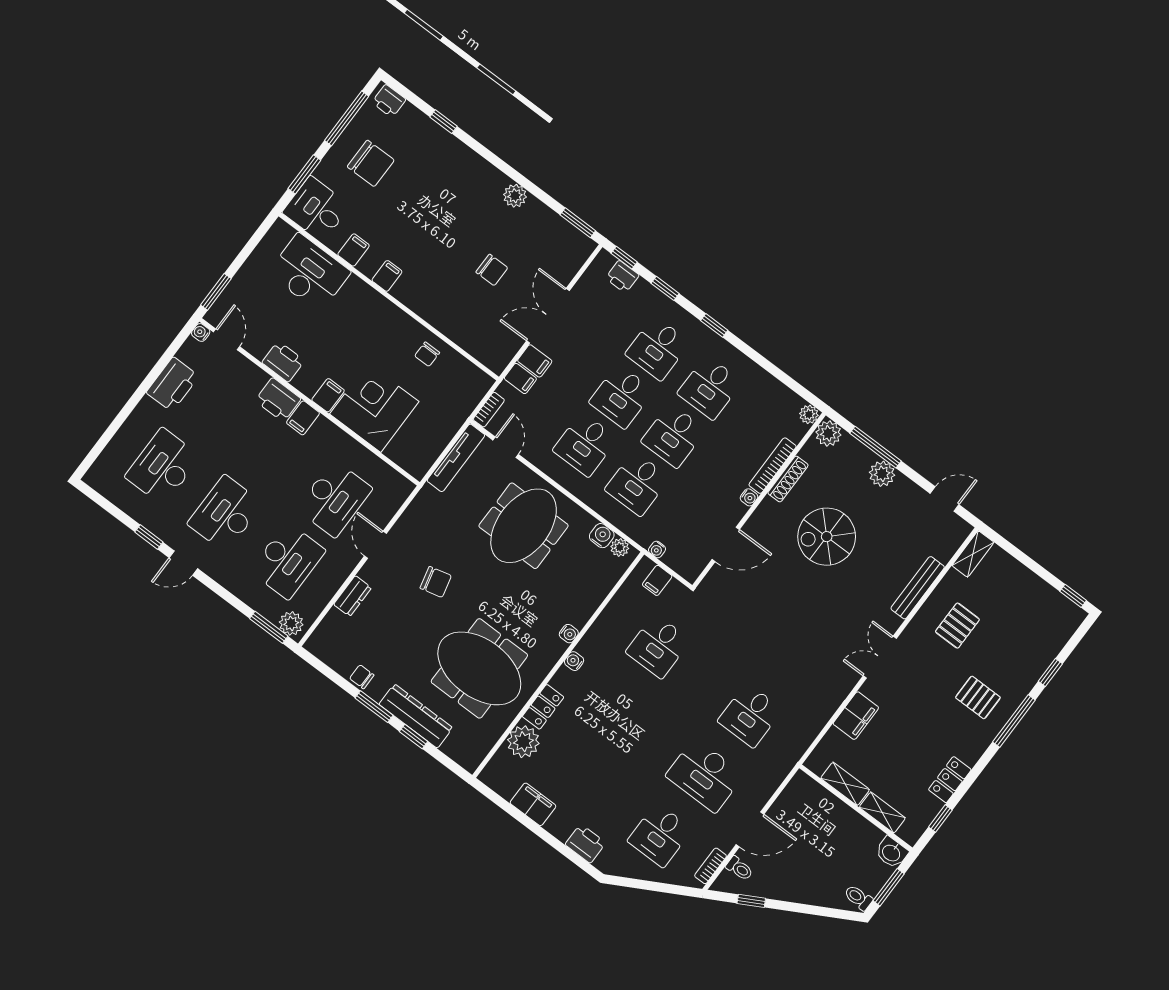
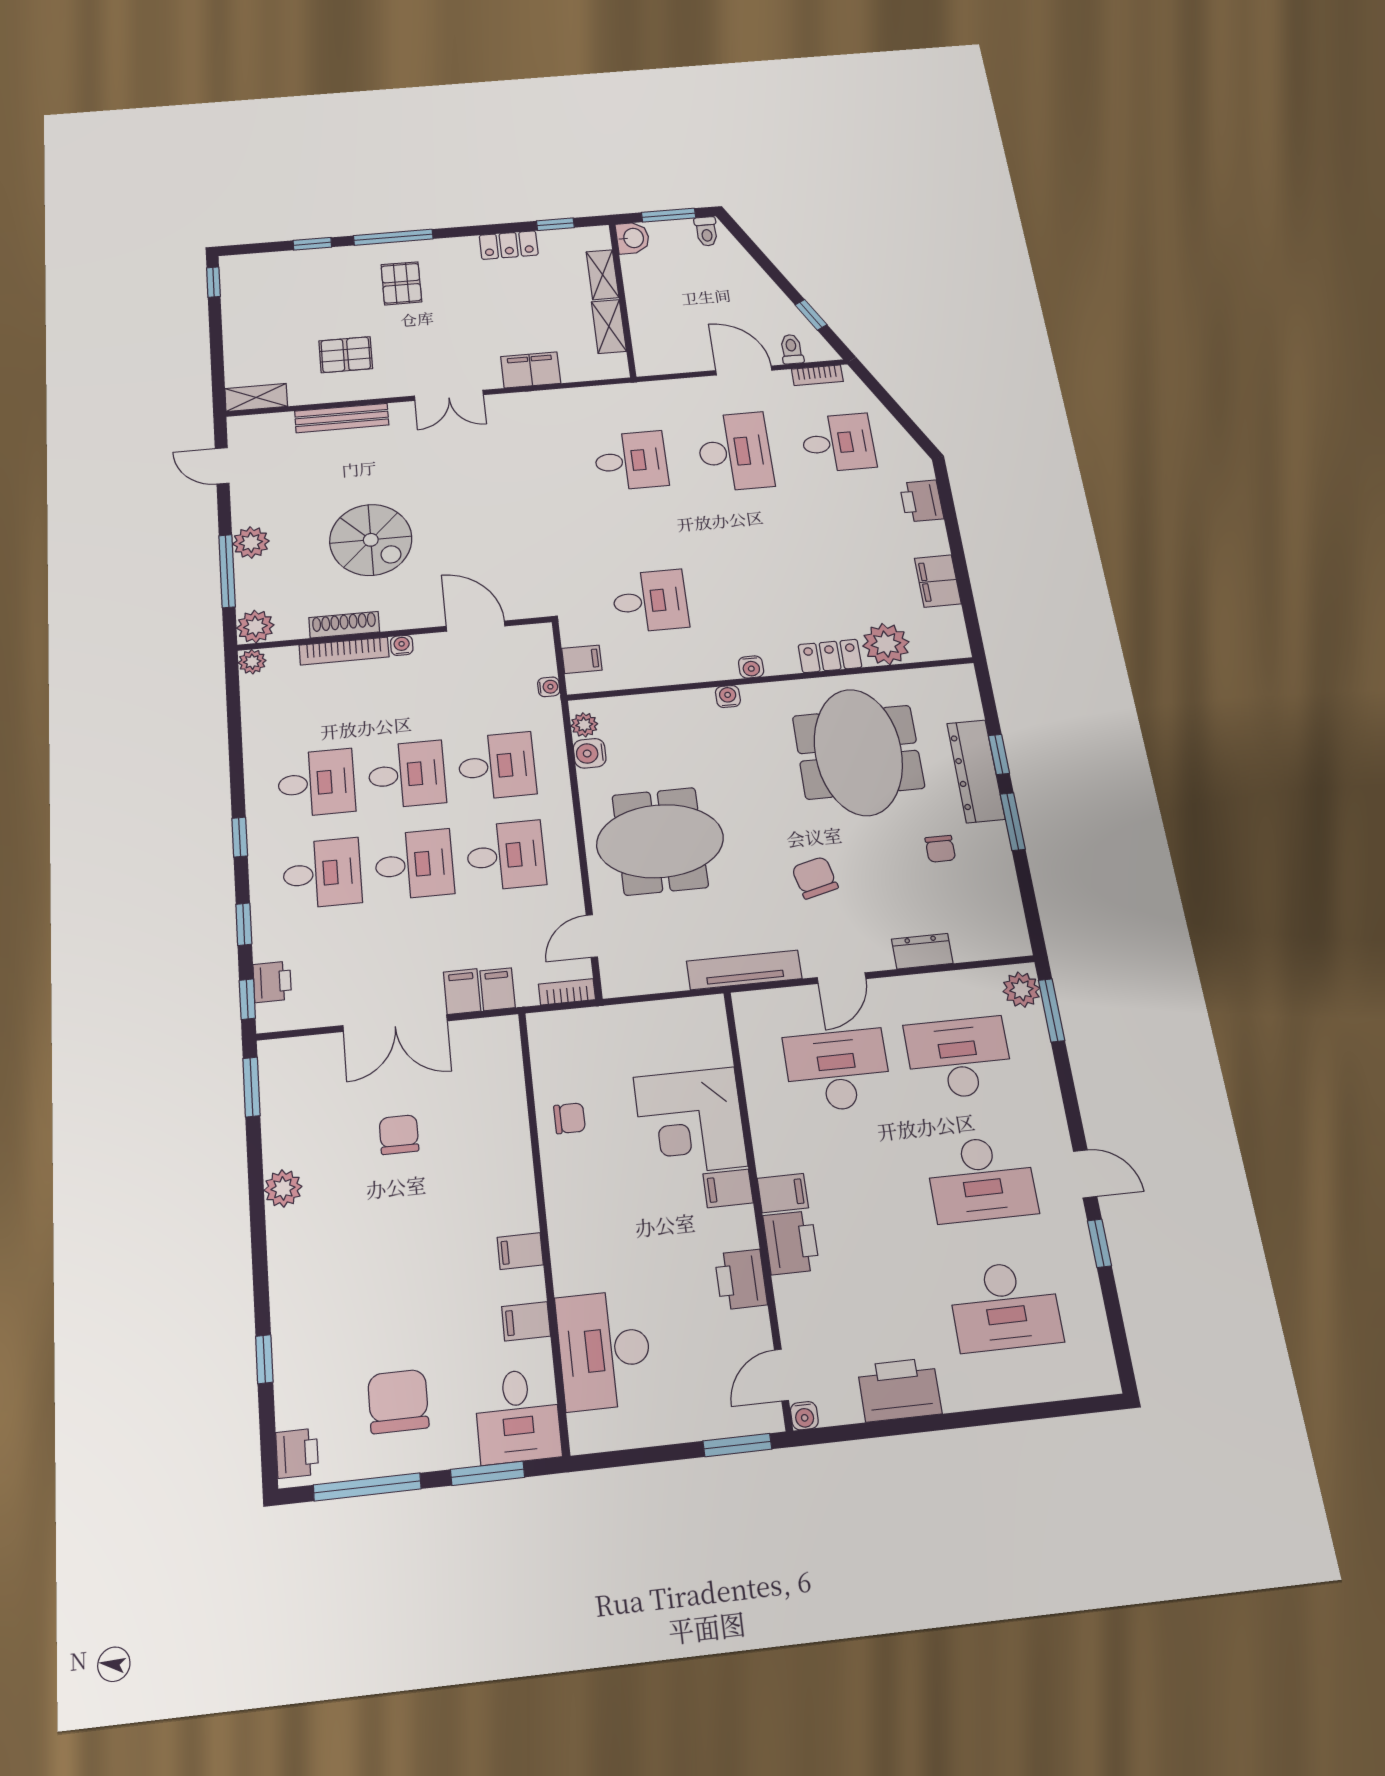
tv unit: (456, 458) -> (744, 970), moved
chair: (362, 677) -> (940, 849), moved

